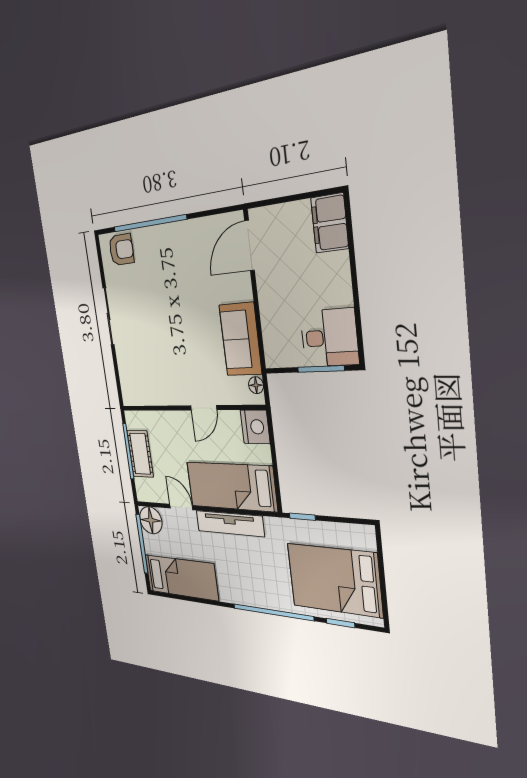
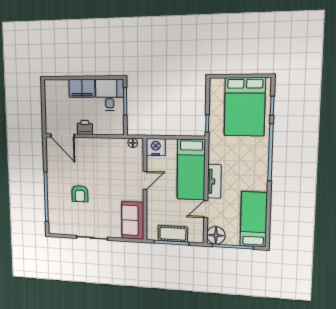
filing cabinet: (330, 223) -> (82, 88), moved
armchair: (121, 250) -> (80, 194), moved, turned 180
printer: (269, 291) -> (85, 128), added
sofa: (240, 339) -> (133, 220), moved, turned 90
door: (204, 408) -> (145, 180), hinge flipped
tv unit: (230, 524) -> (214, 181), width x0.71

